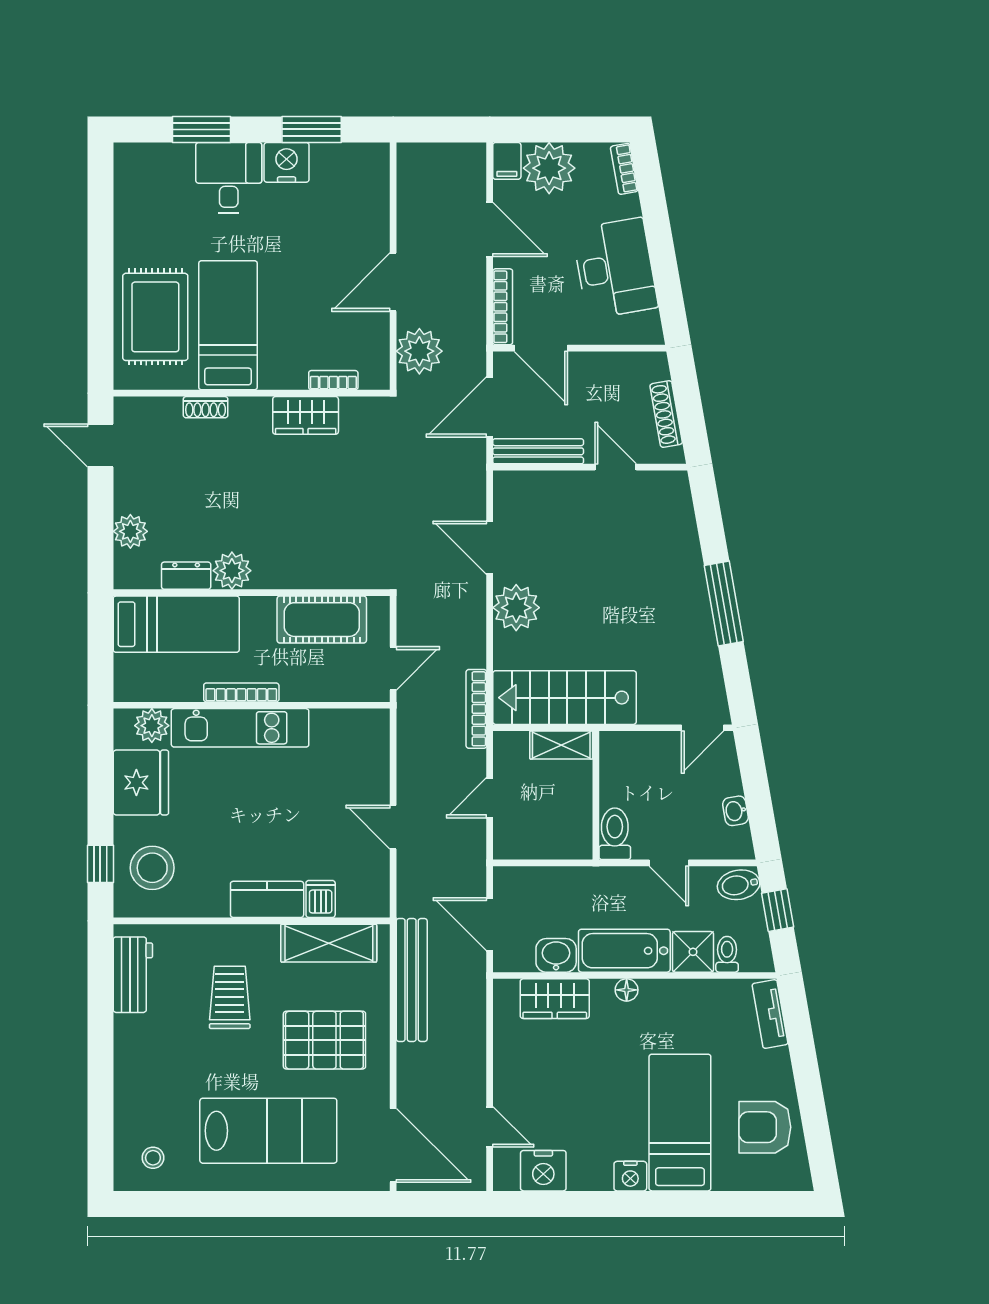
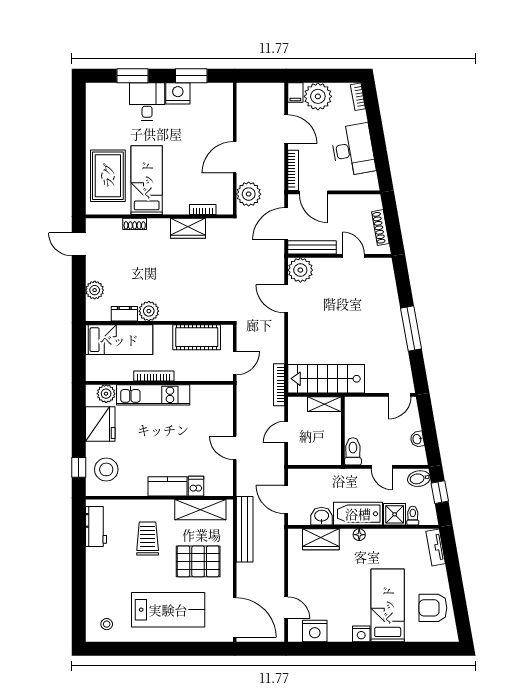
plant: (516, 608) -> (300, 270), moved

